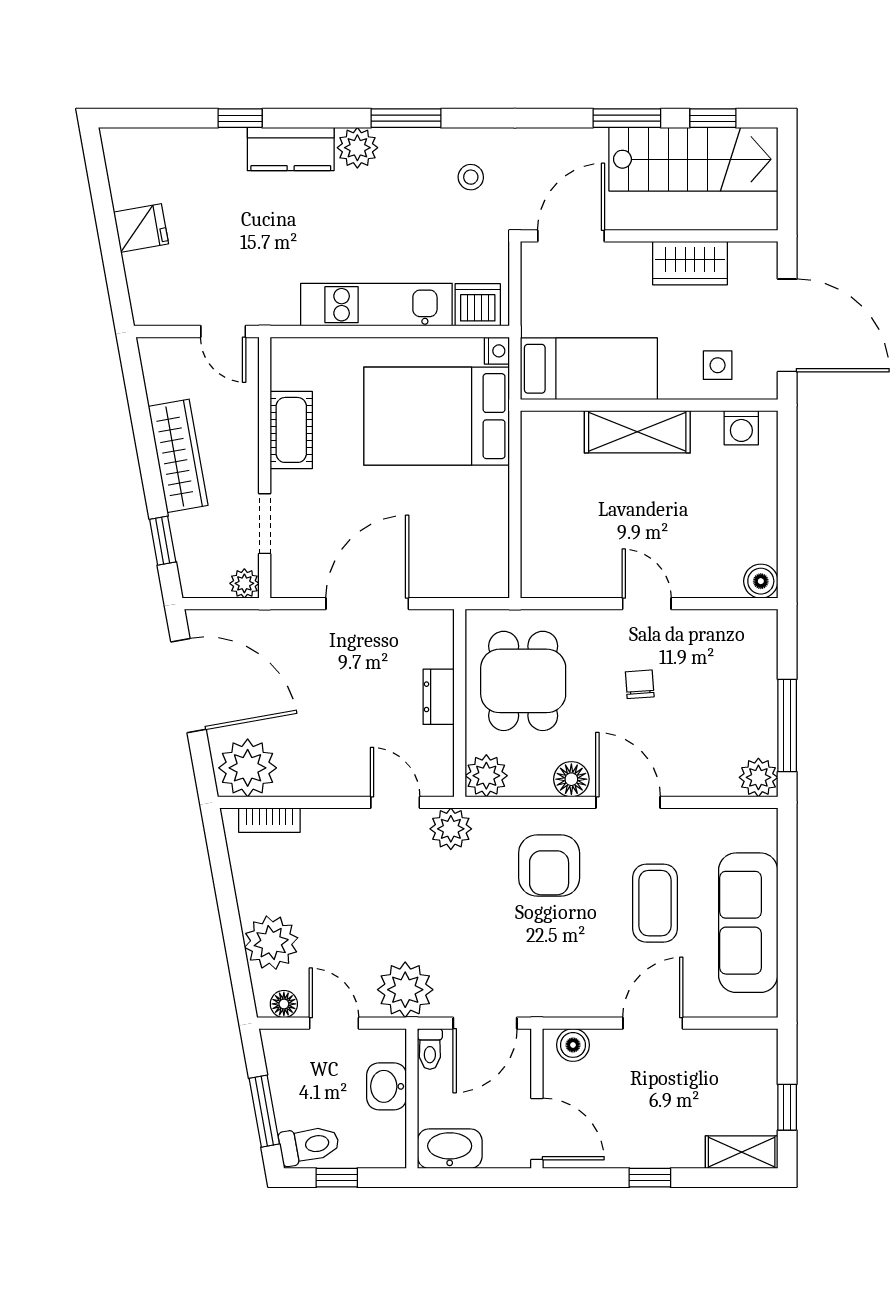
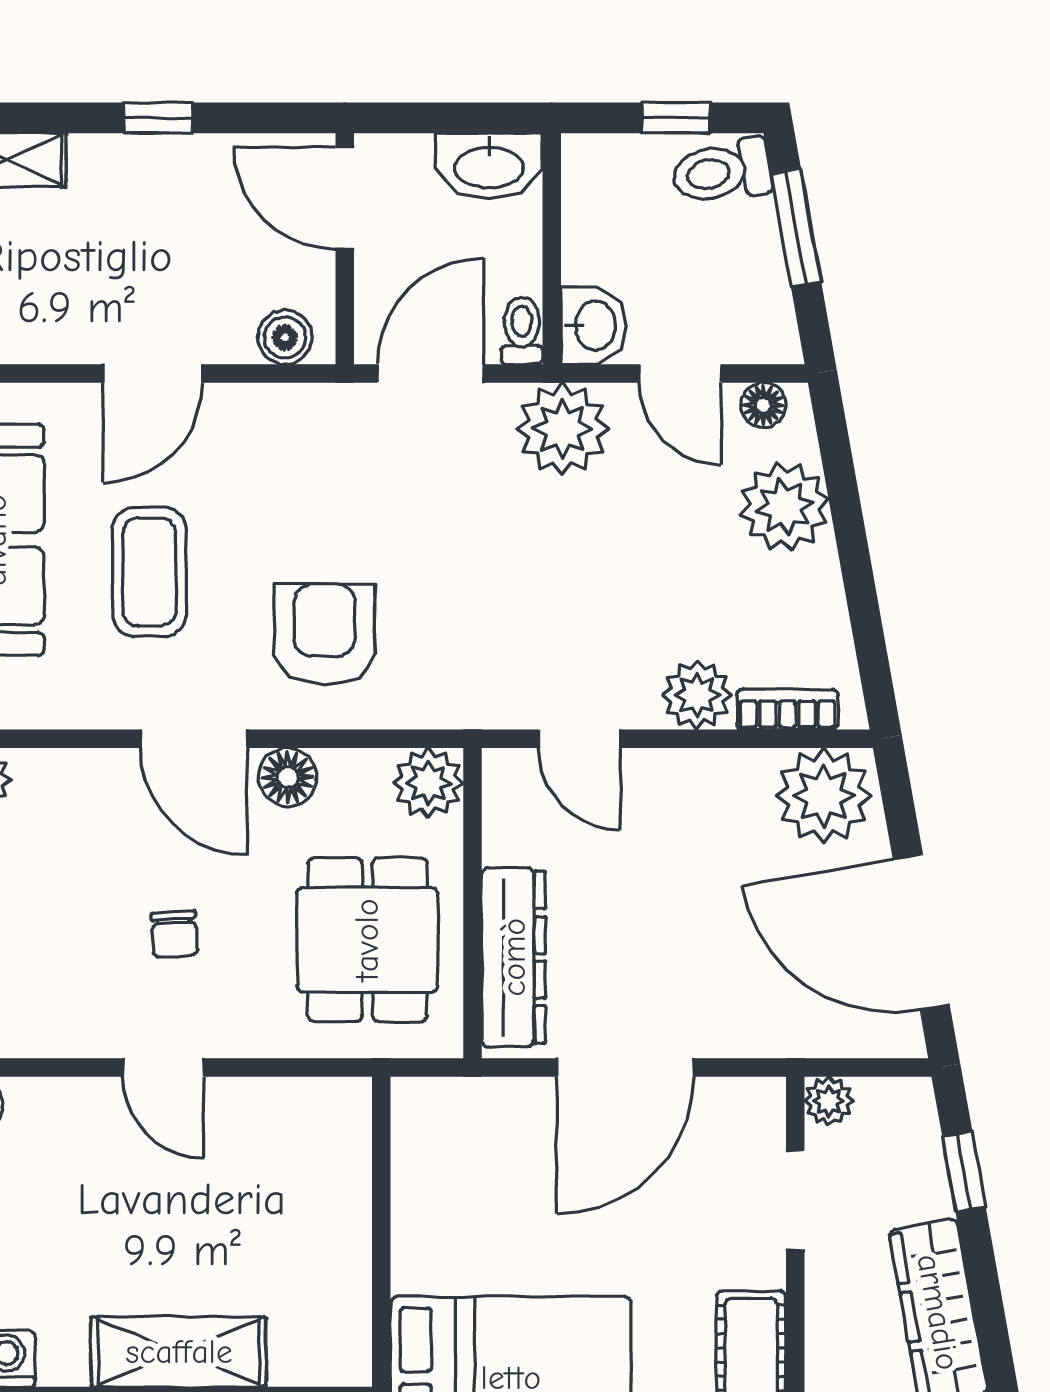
dresser: (439, 697) -> (514, 957), width x1.96, depth x1.24
plant: (451, 829) -> (697, 695), moved
washbasin: (387, 1086) -> (594, 326), moved

